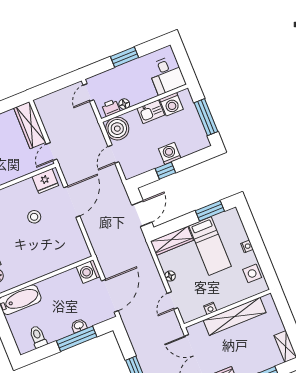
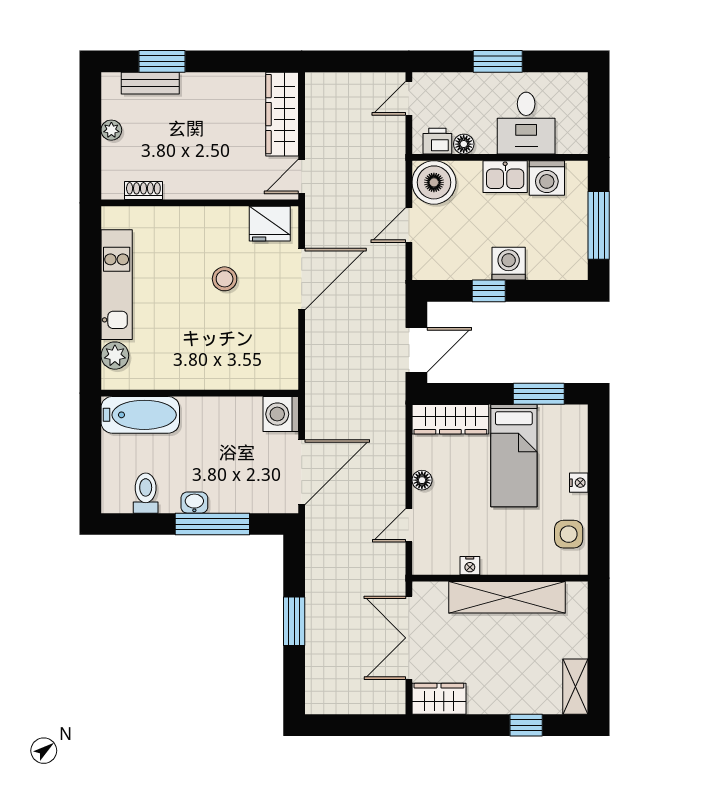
desk: (167, 75) -> (526, 123), moved
washbasin: (79, 326) -> (194, 503), moved

